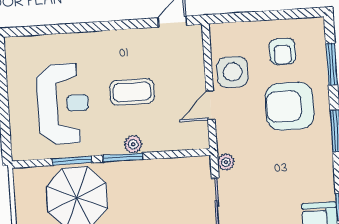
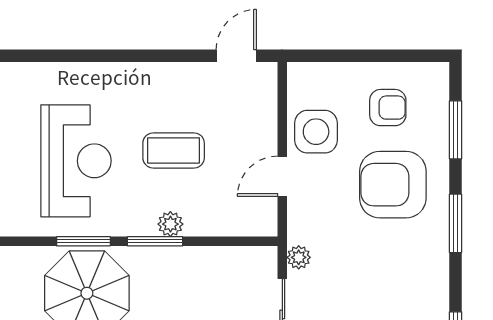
armchair: (282, 52) -> (388, 108), turned -90

